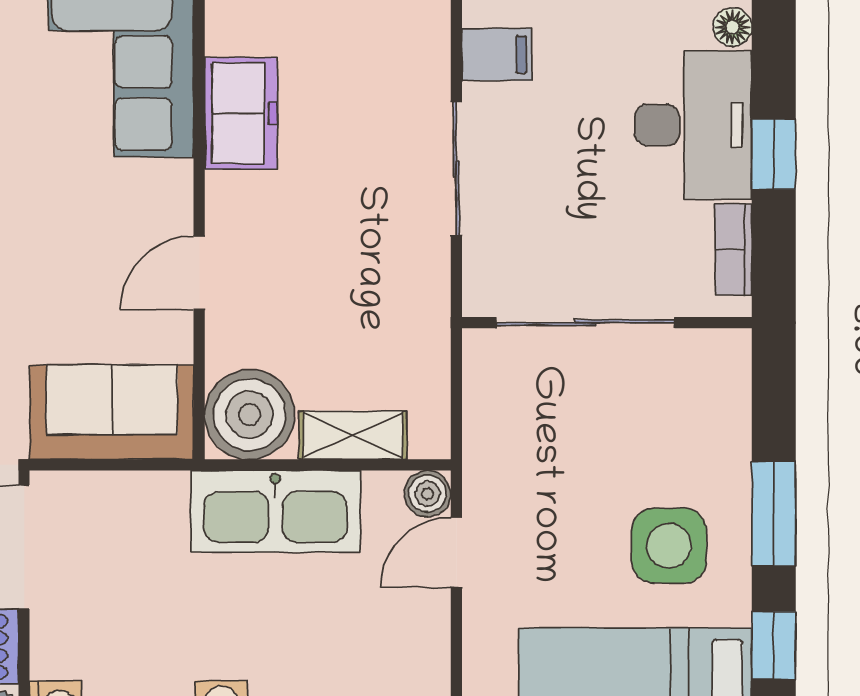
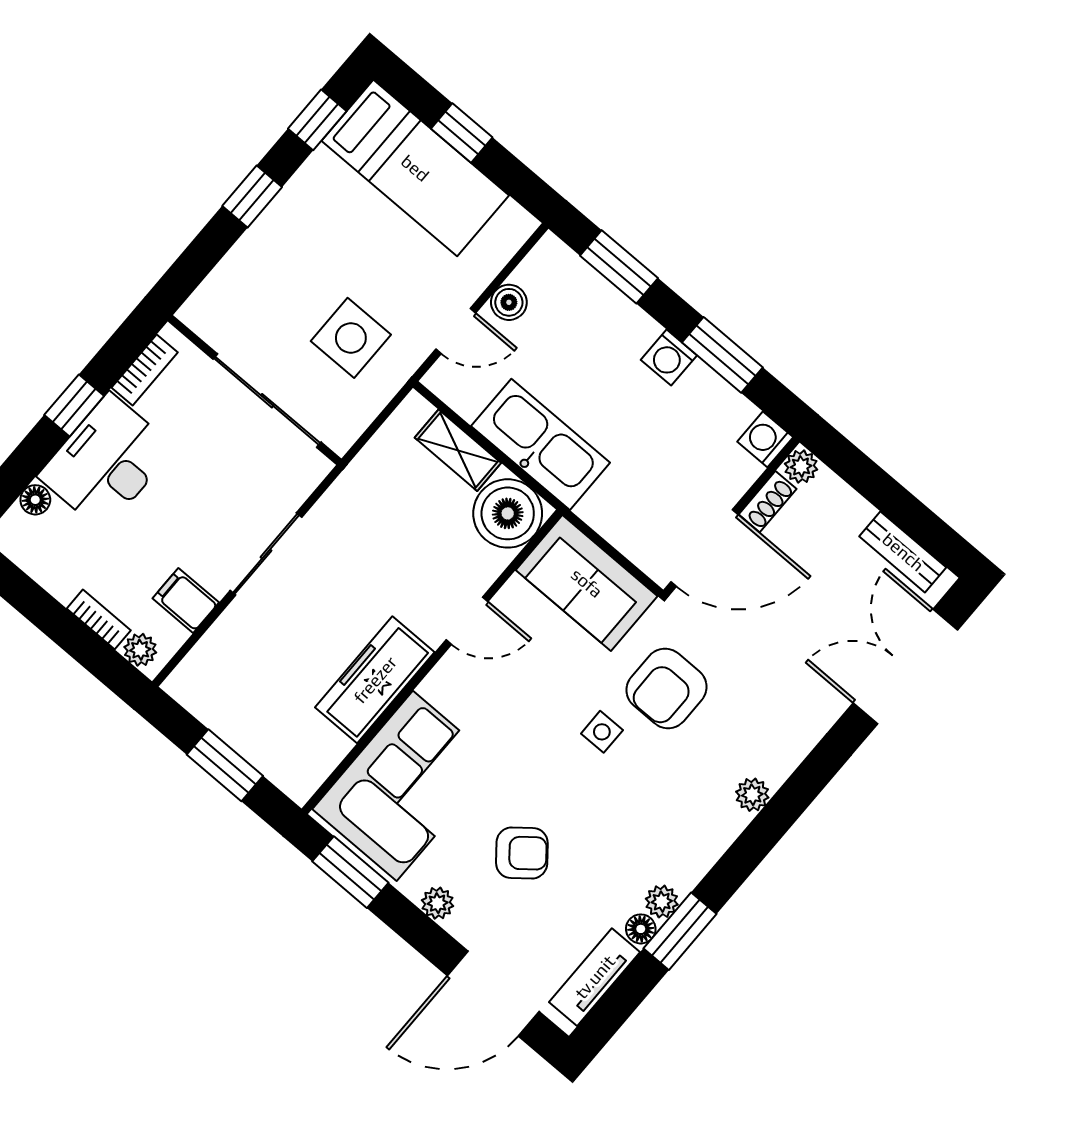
freezer: (241, 113) -> (375, 680), width x1.40
boiler: (428, 494) -> (509, 302), moved
window: (774, 514) -> (252, 196), width x0.67
side table: (669, 546) -> (351, 338), moved

